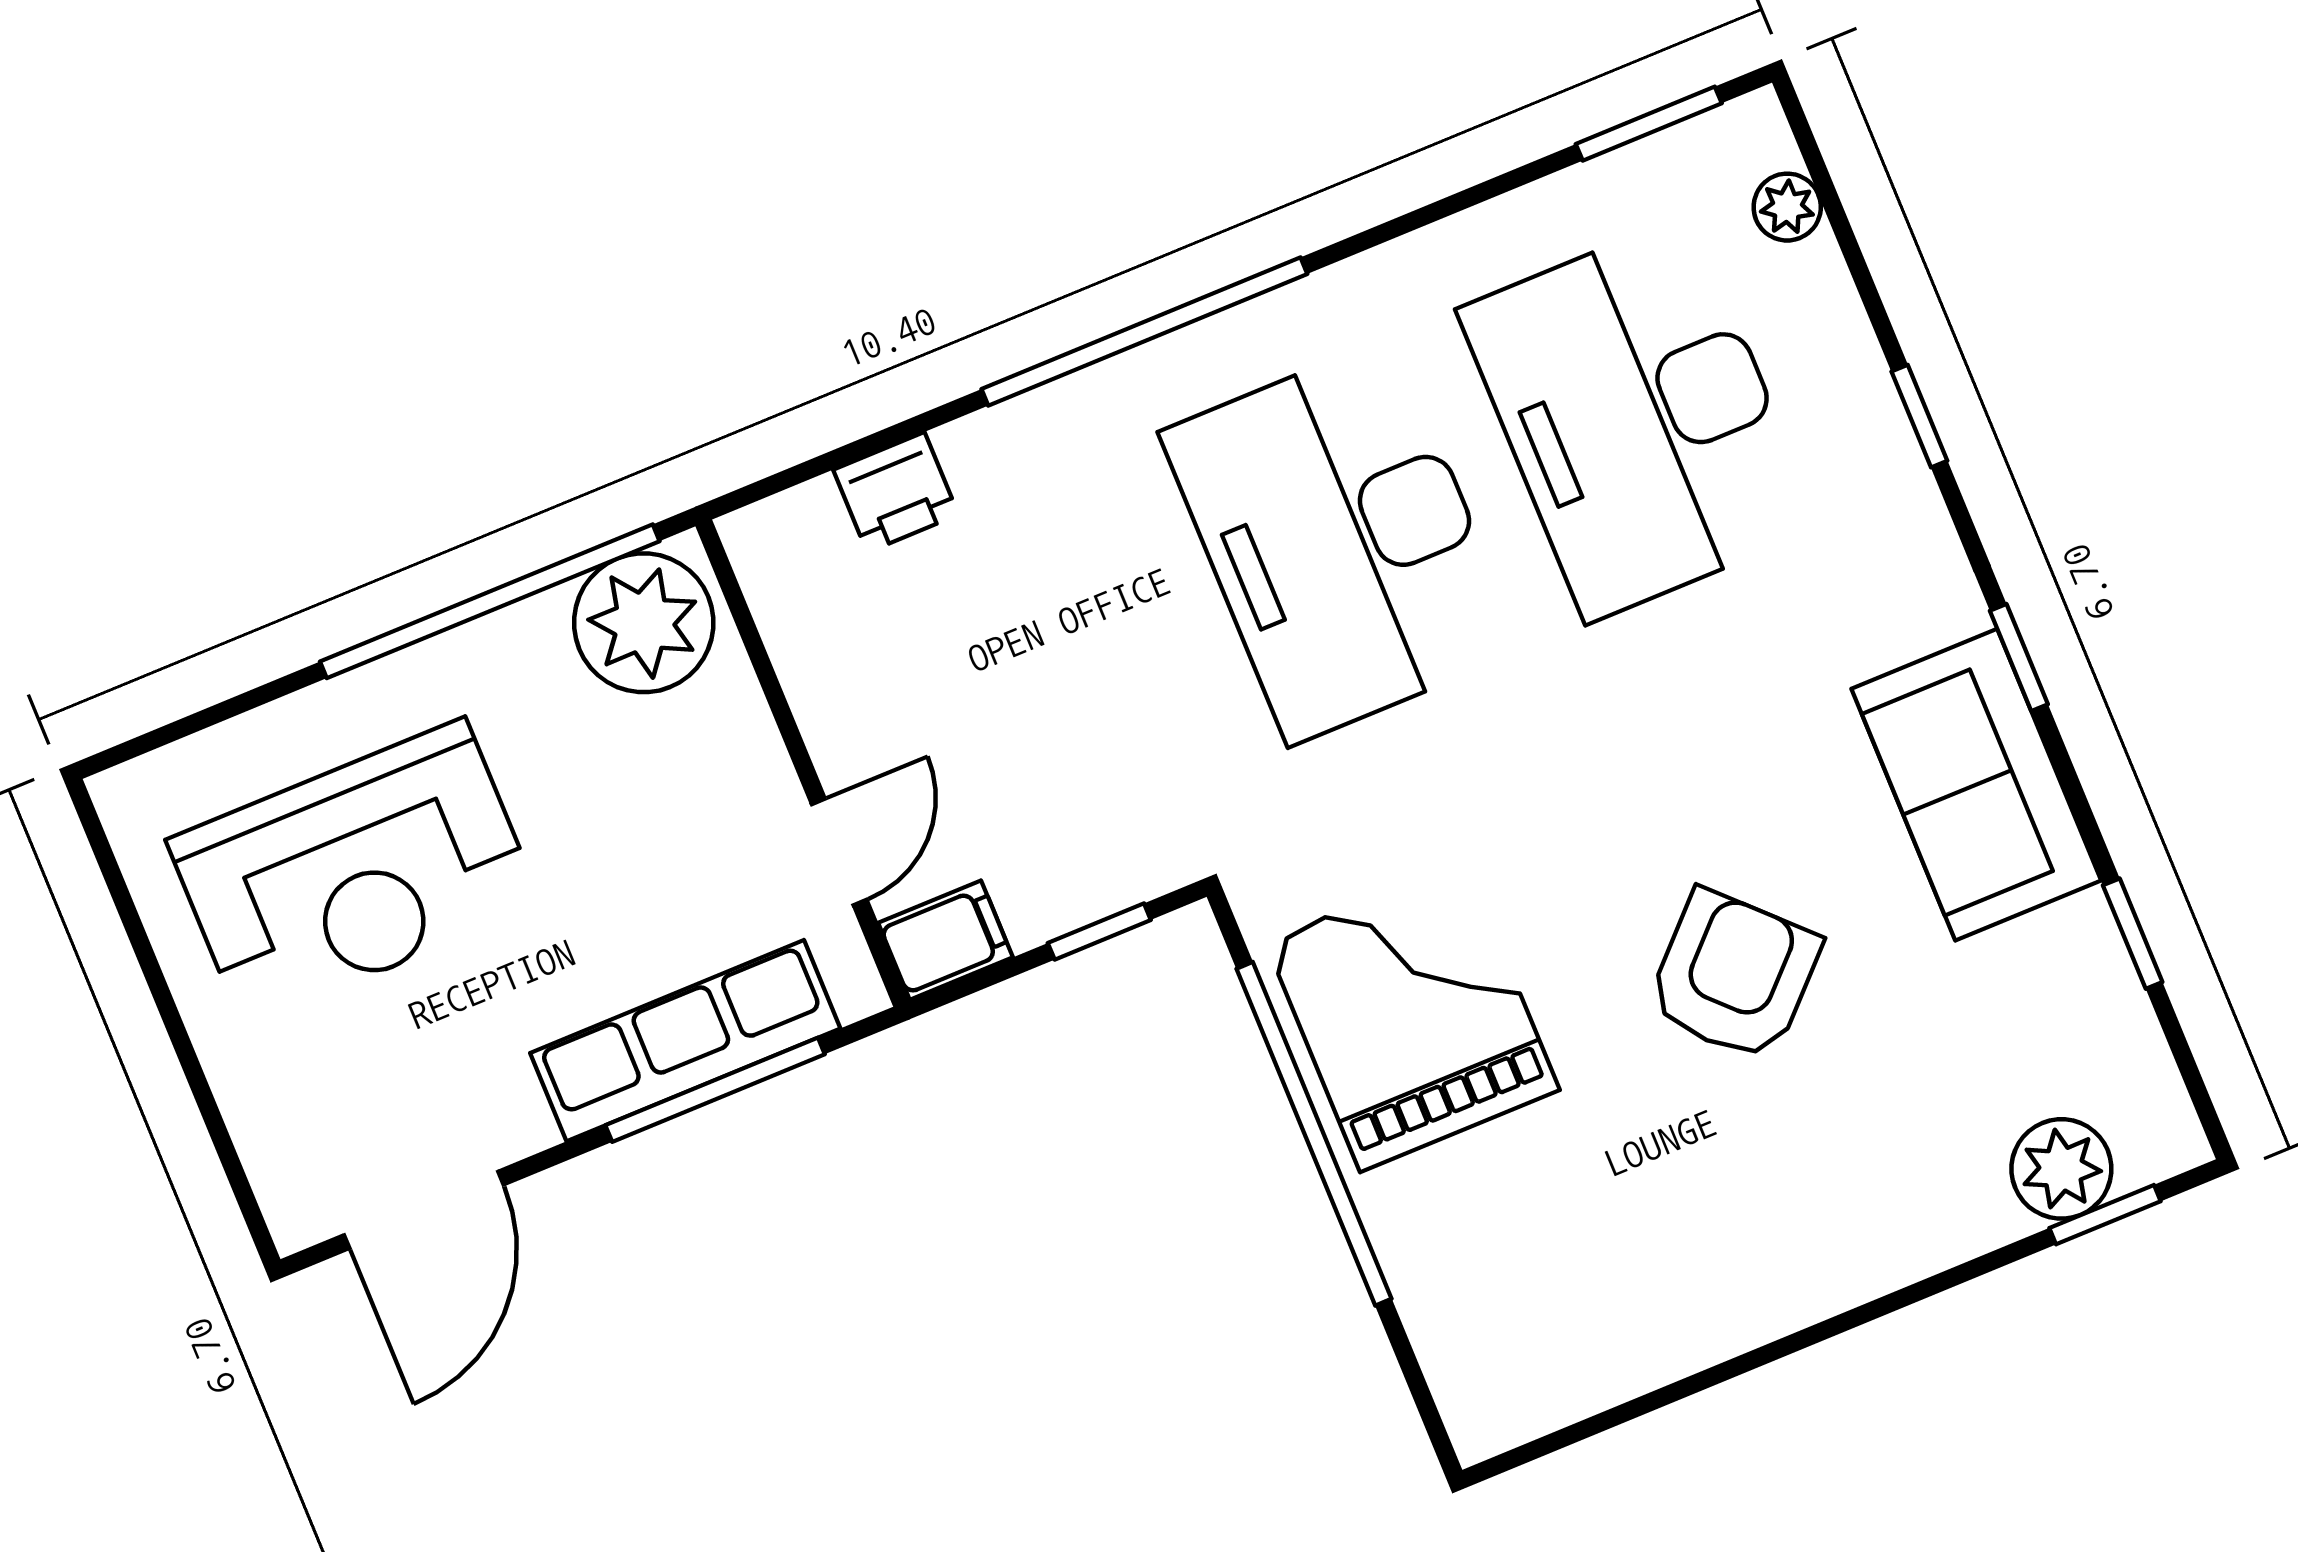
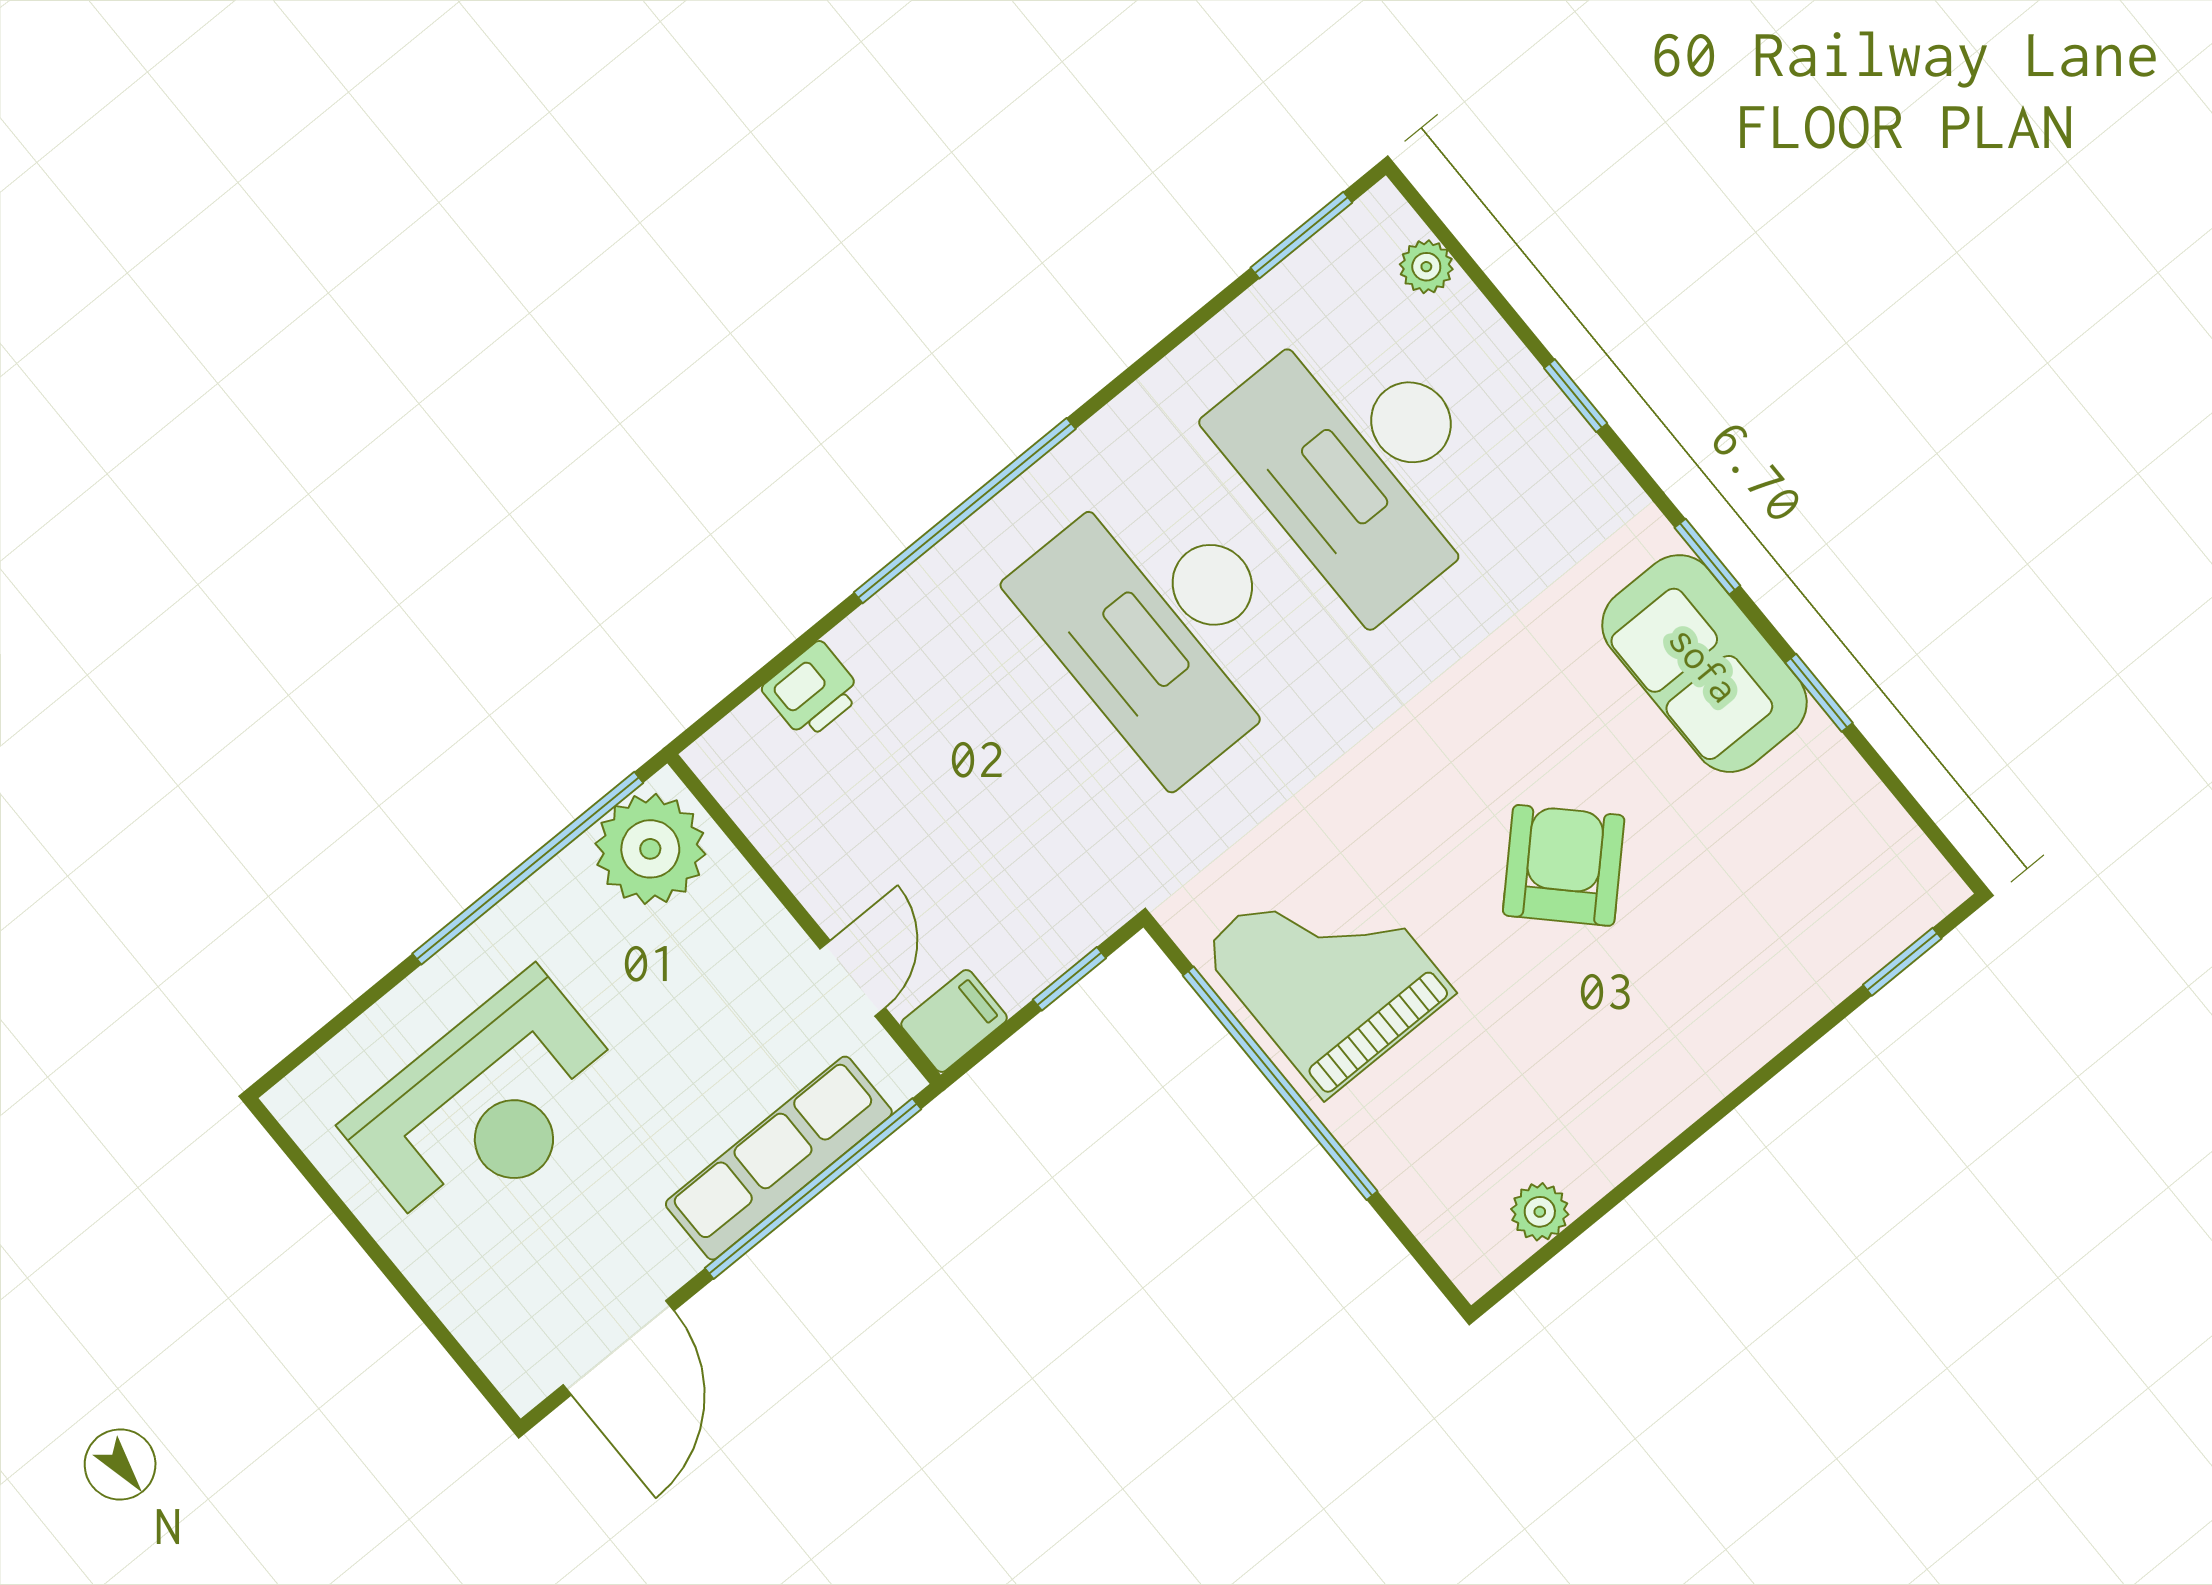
window: (2133, 934) -> (1819, 693), moved
window: (715, 1090) -> (813, 1189), width x1.46
plant: (2061, 1169) -> (1540, 1212), moved, width x0.73, depth x0.73

